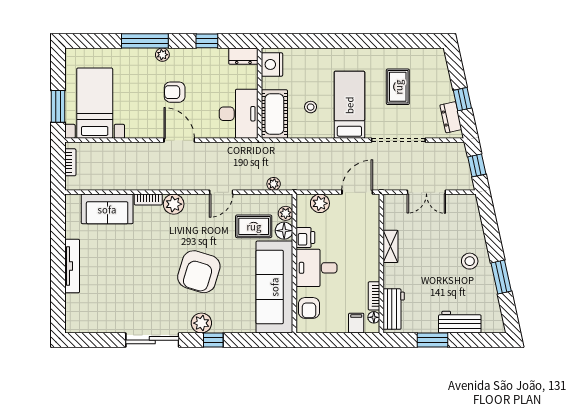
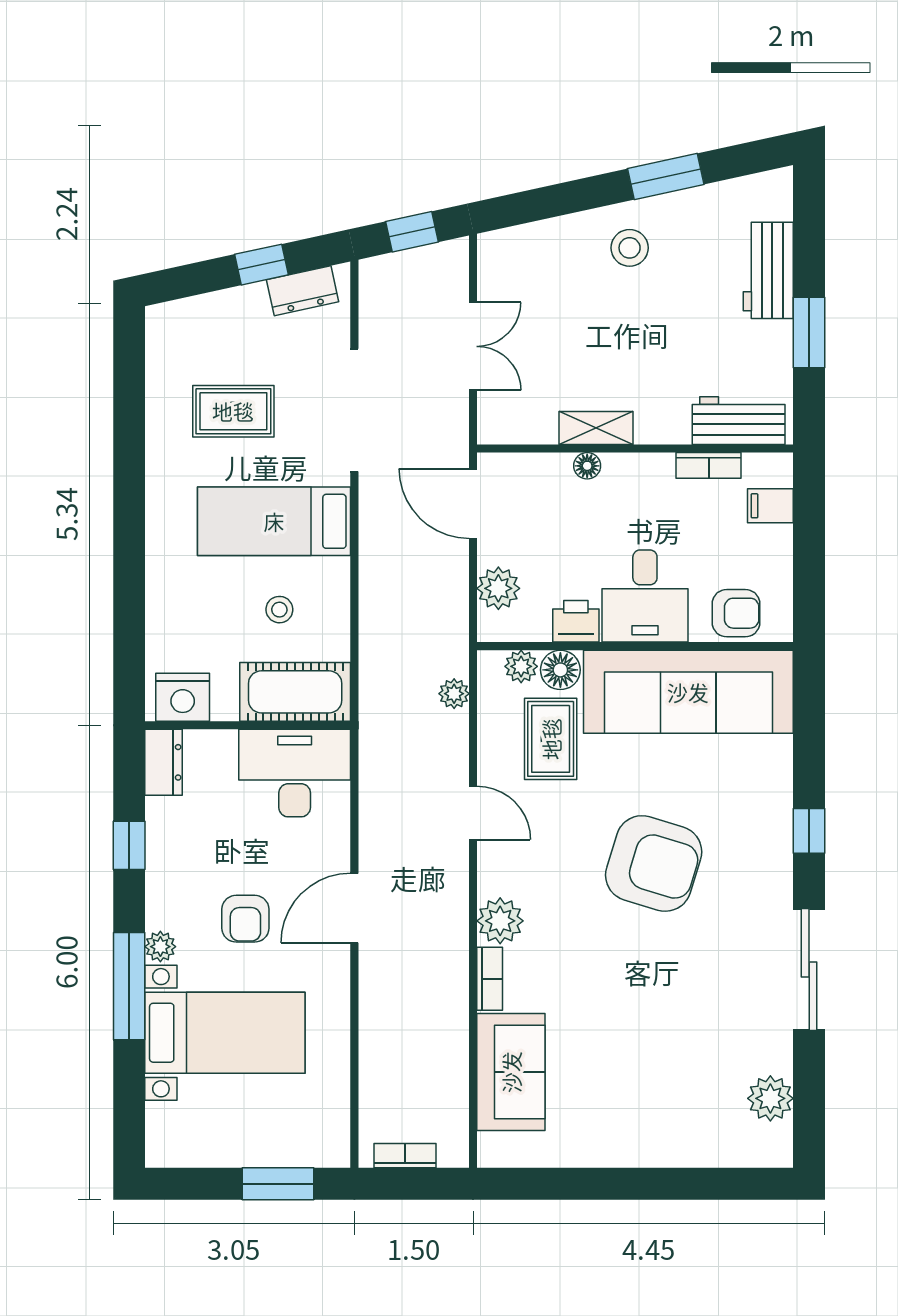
bed with nightstands: (95, 103) -> (225, 1033), moved, turned 180
tv unit: (72, 266) -> (641, 1151), removed
floor lamp: (374, 317) -> (587, 466), moved
plant: (201, 323) -> (770, 1098), moved

